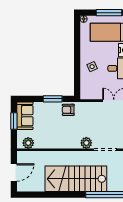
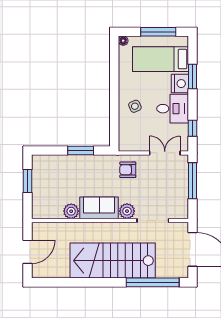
armchair: (68, 110) -> (128, 170), moved
sofa: (25, 116) -> (99, 208), moved, turned -90
plant: (28, 143) -> (71, 211), moved

